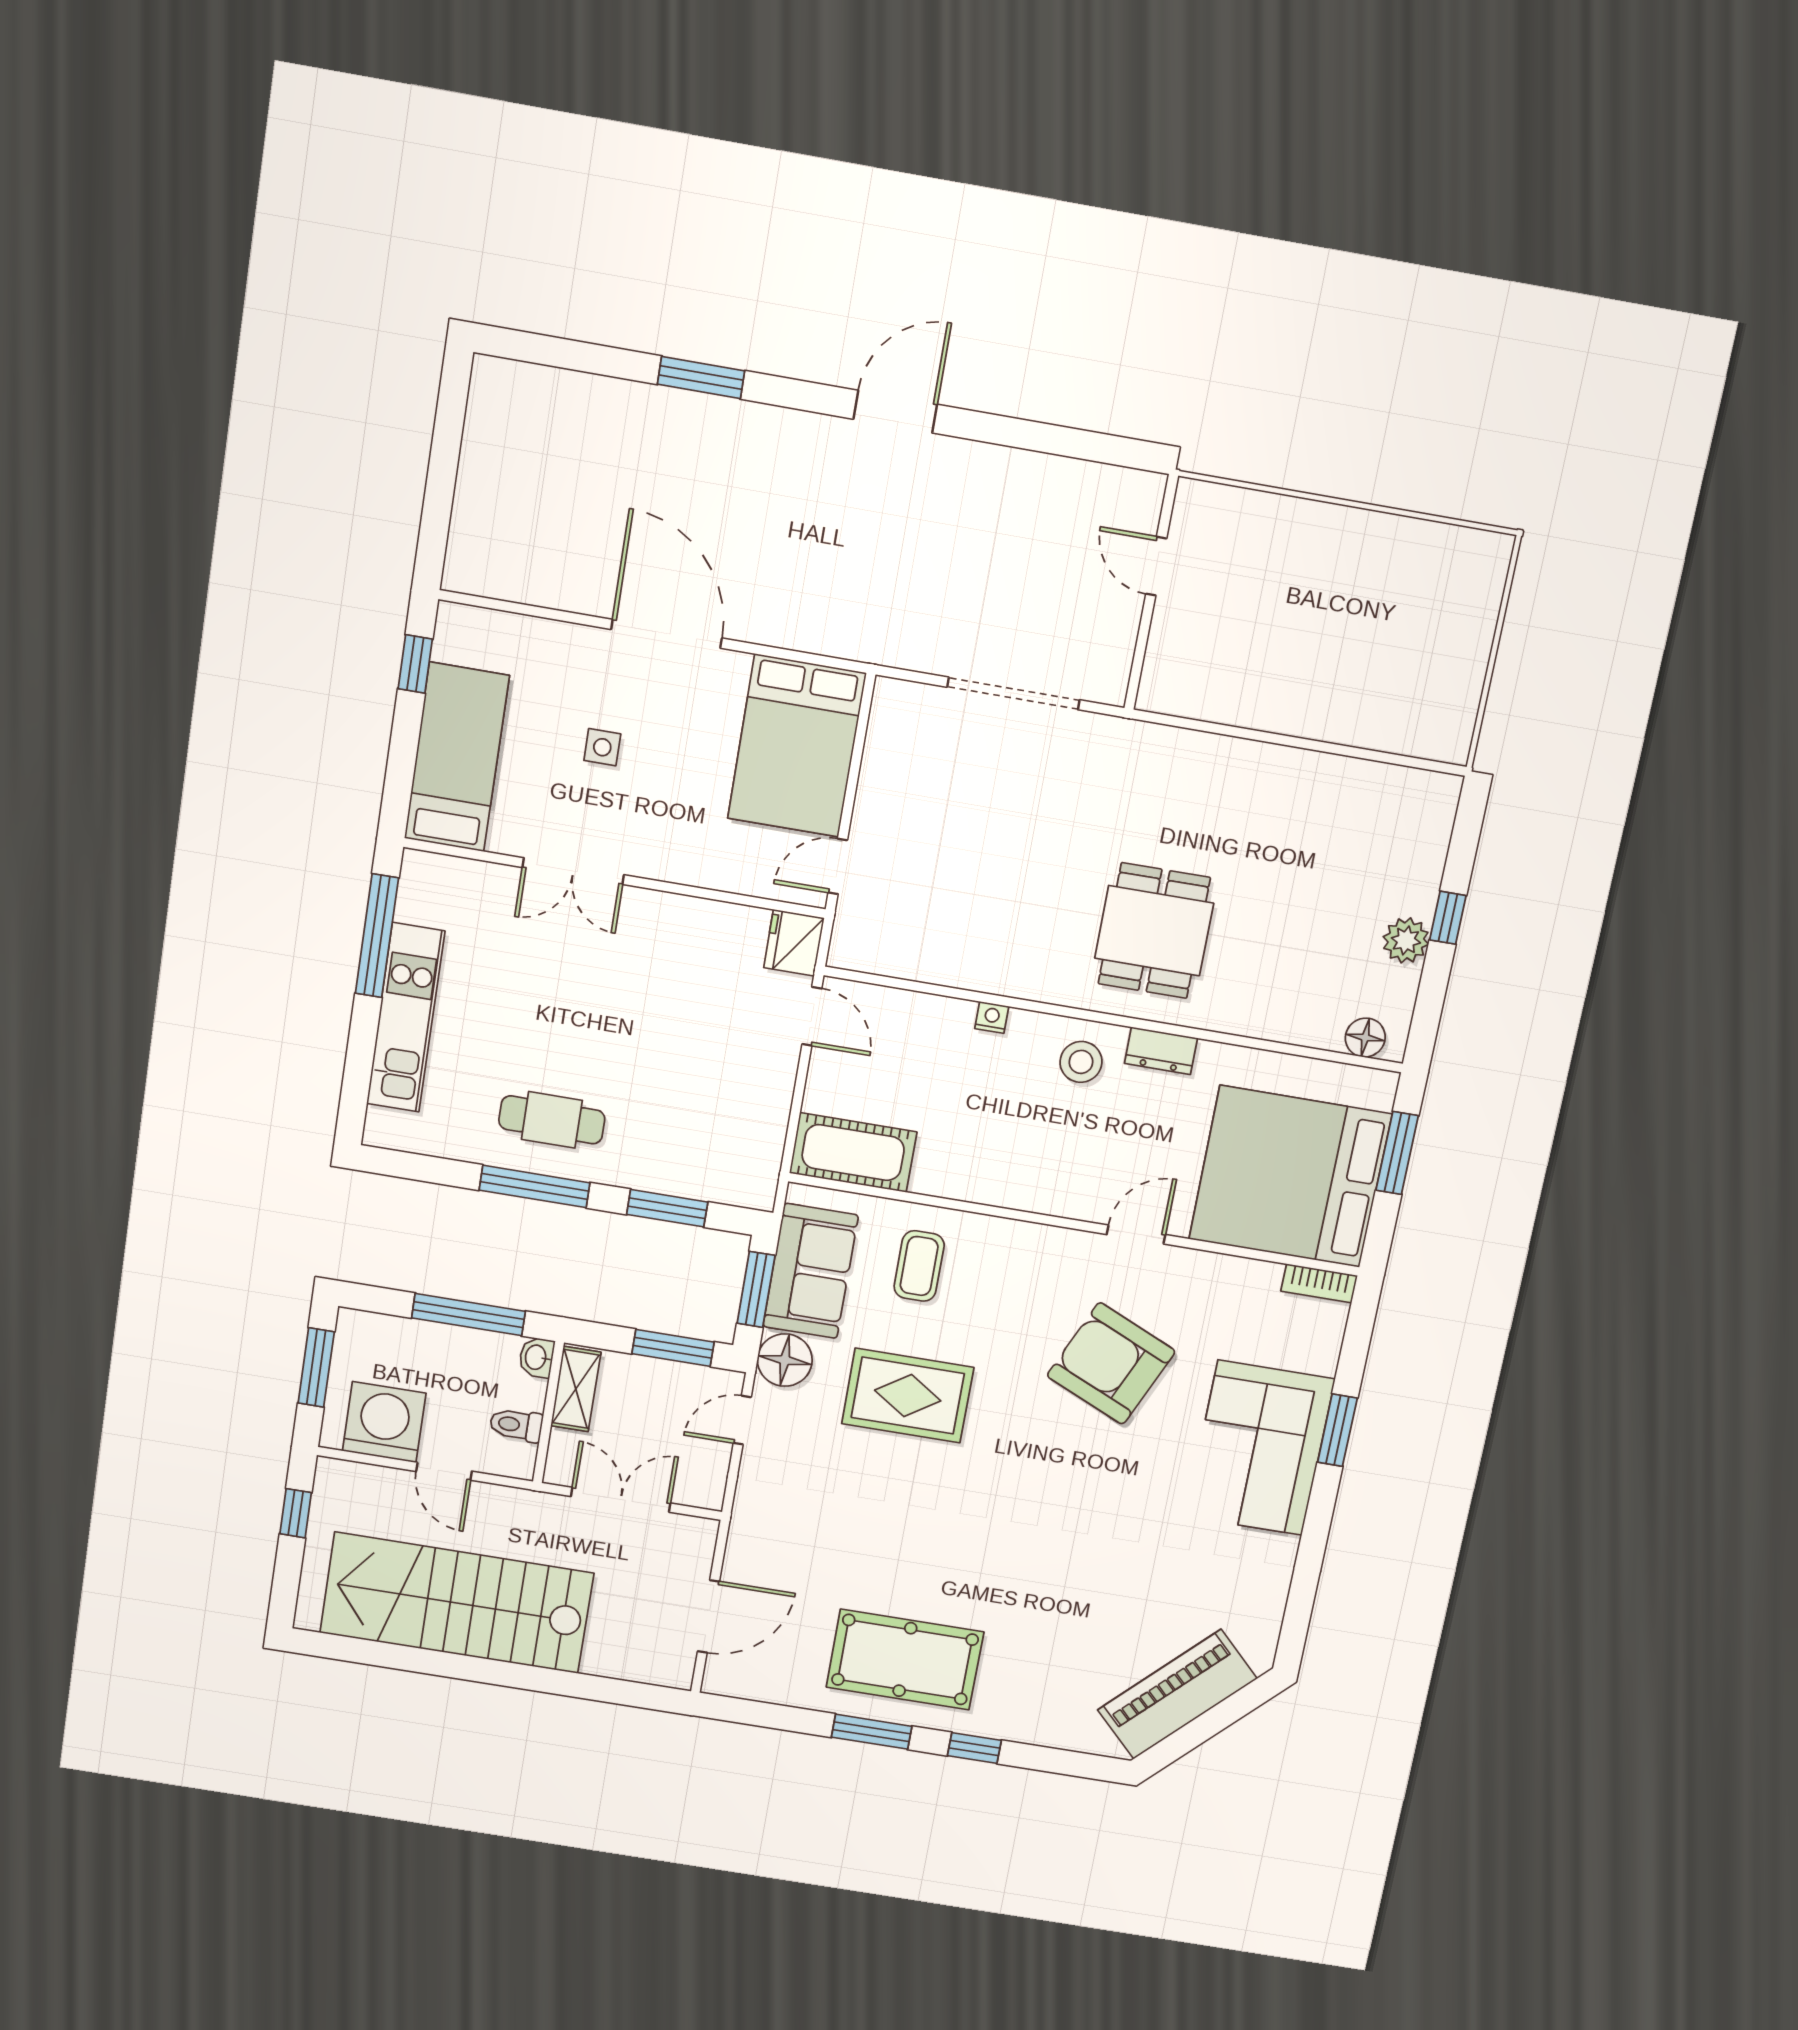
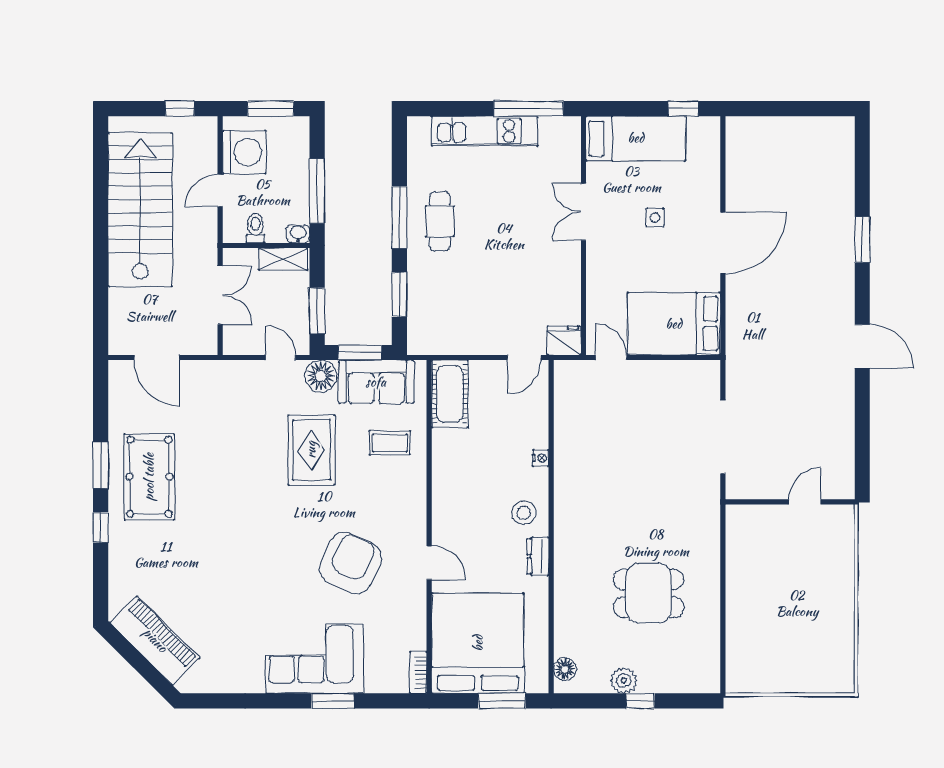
dining table: (1154, 931) -> (649, 593), moved

